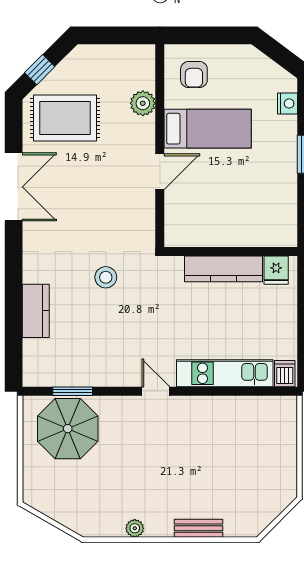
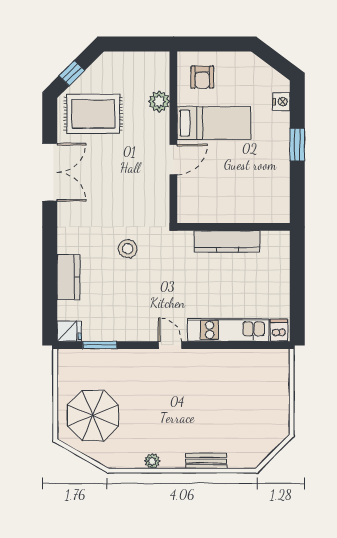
fridge: (276, 270) -> (69, 331), moved, turned -90
parasol: (68, 429) -> (93, 415), moved

